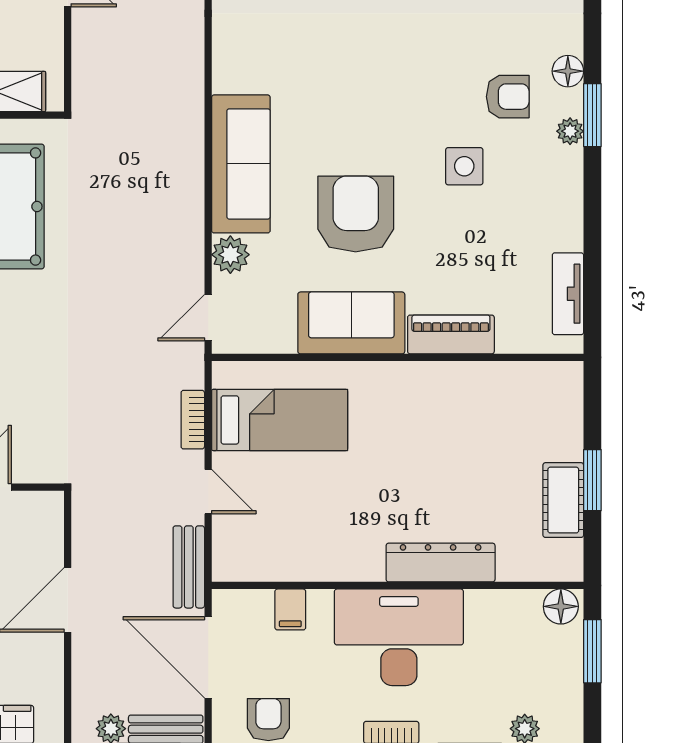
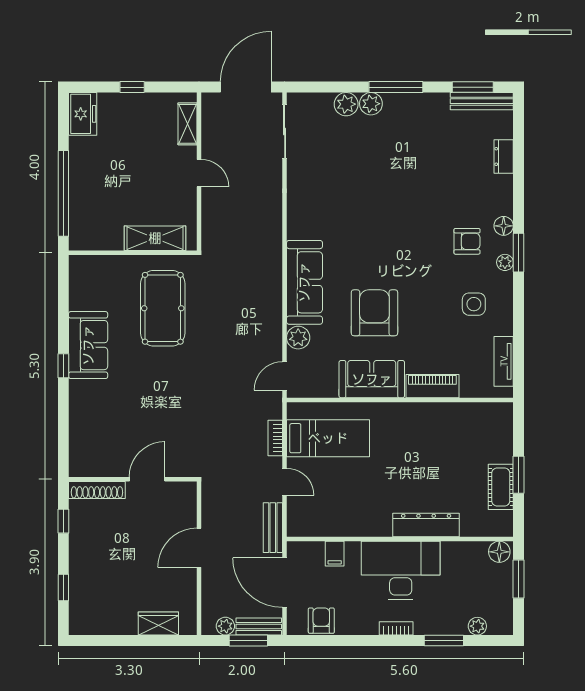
side table: (464, 166) -> (474, 304), moved

